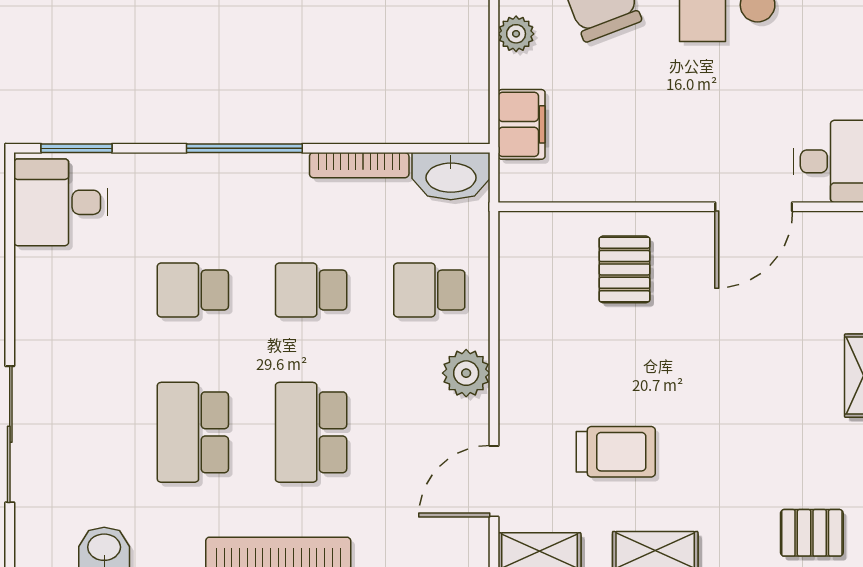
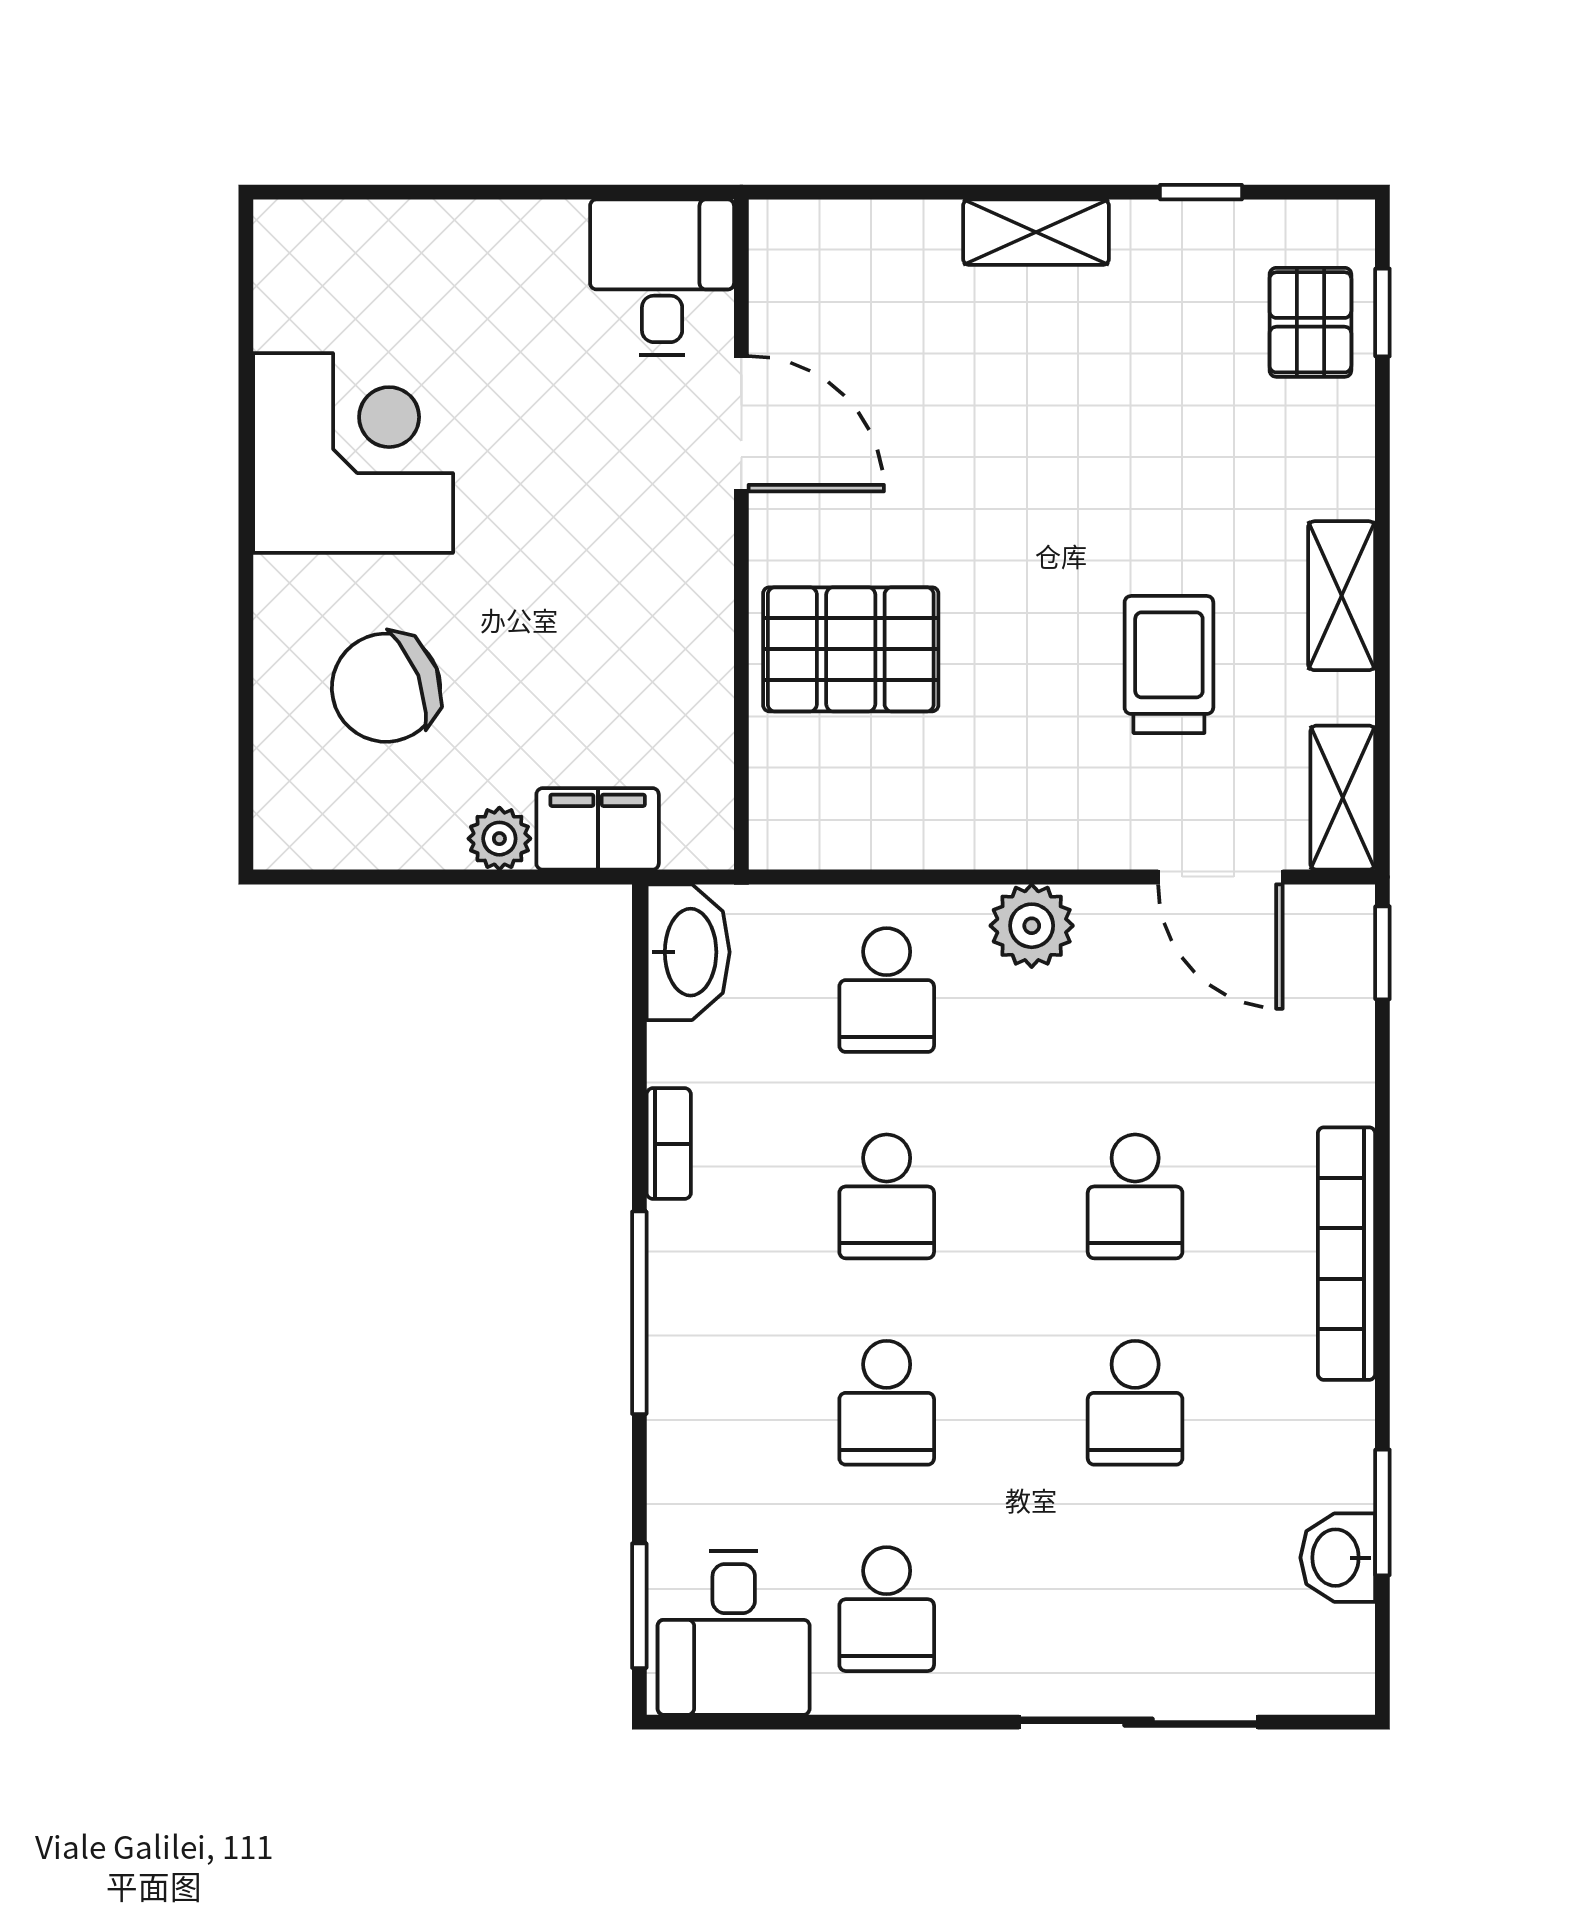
plant: (516, 34) -> (499, 839), moved
bookcase: (359, 165) -> (669, 1144), width x0.64
pallet: (624, 269) -> (851, 649), width x1.50, depth x1.42
school desk: (75, 290) -> (887, 1609), added
school desk: (193, 432) -> (1135, 1403), width x0.54
school desk: (311, 432) -> (1135, 1196), width x0.54

